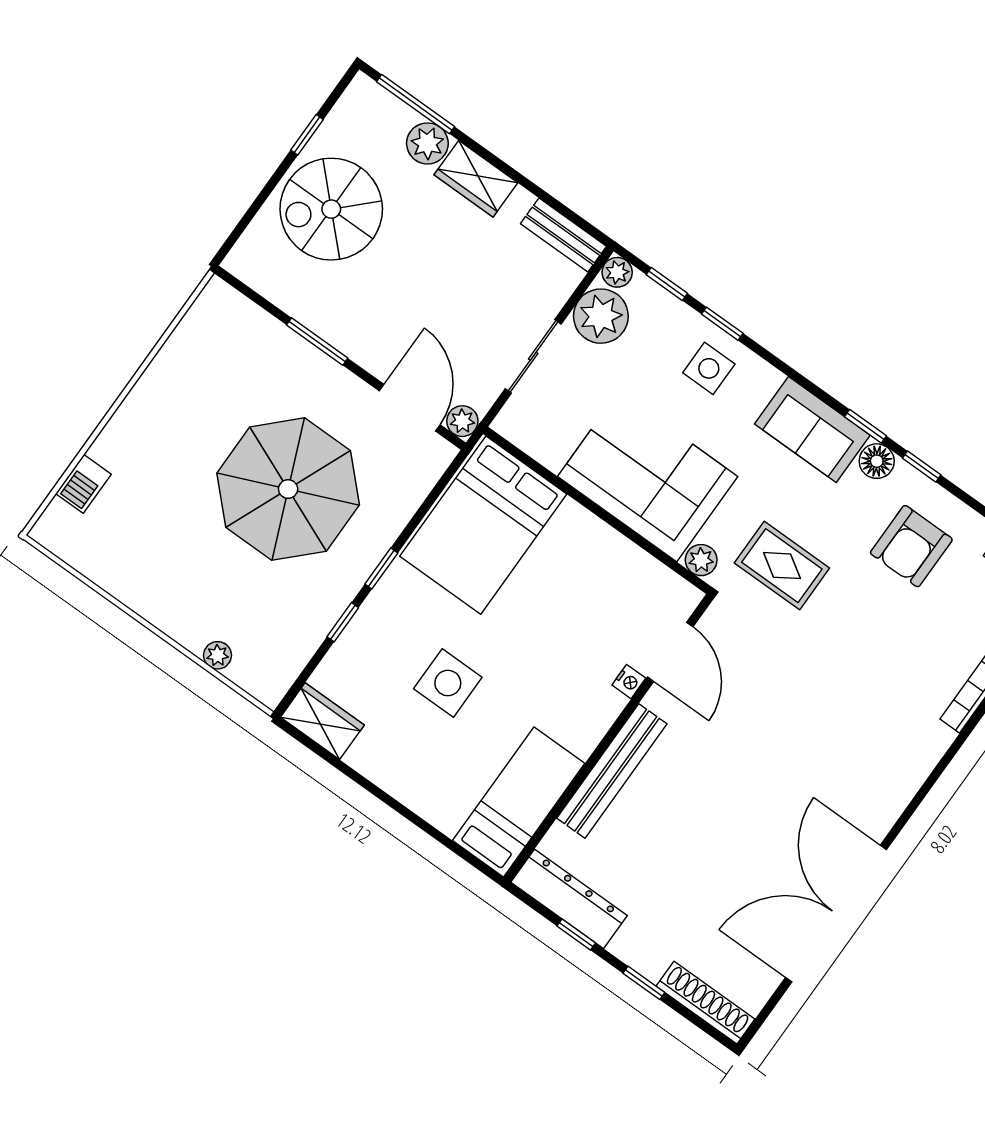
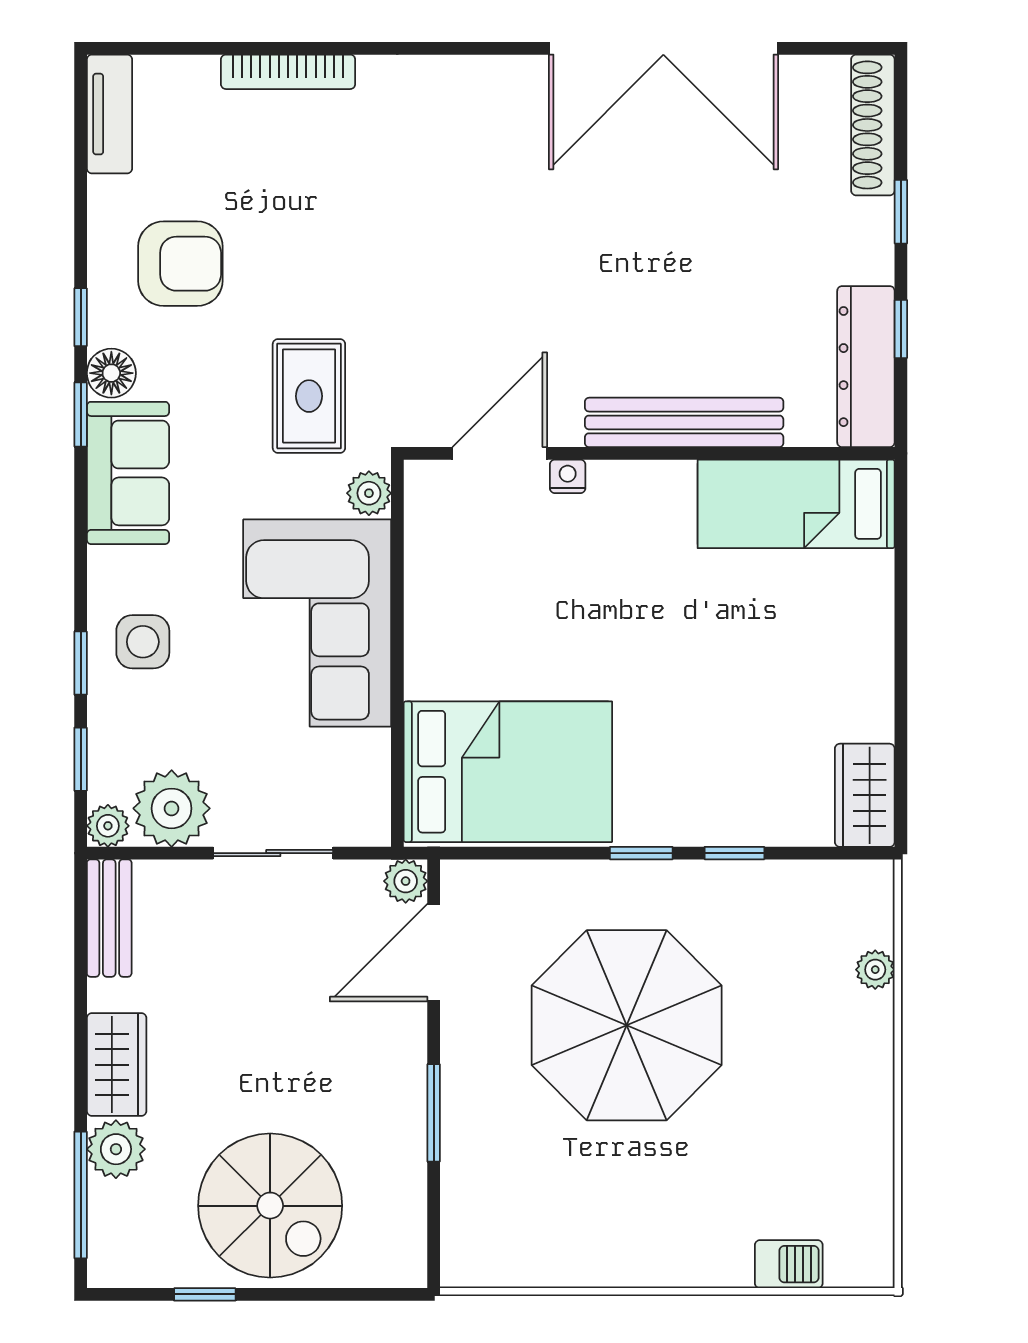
side table: (448, 683) -> (718, 683), removed

